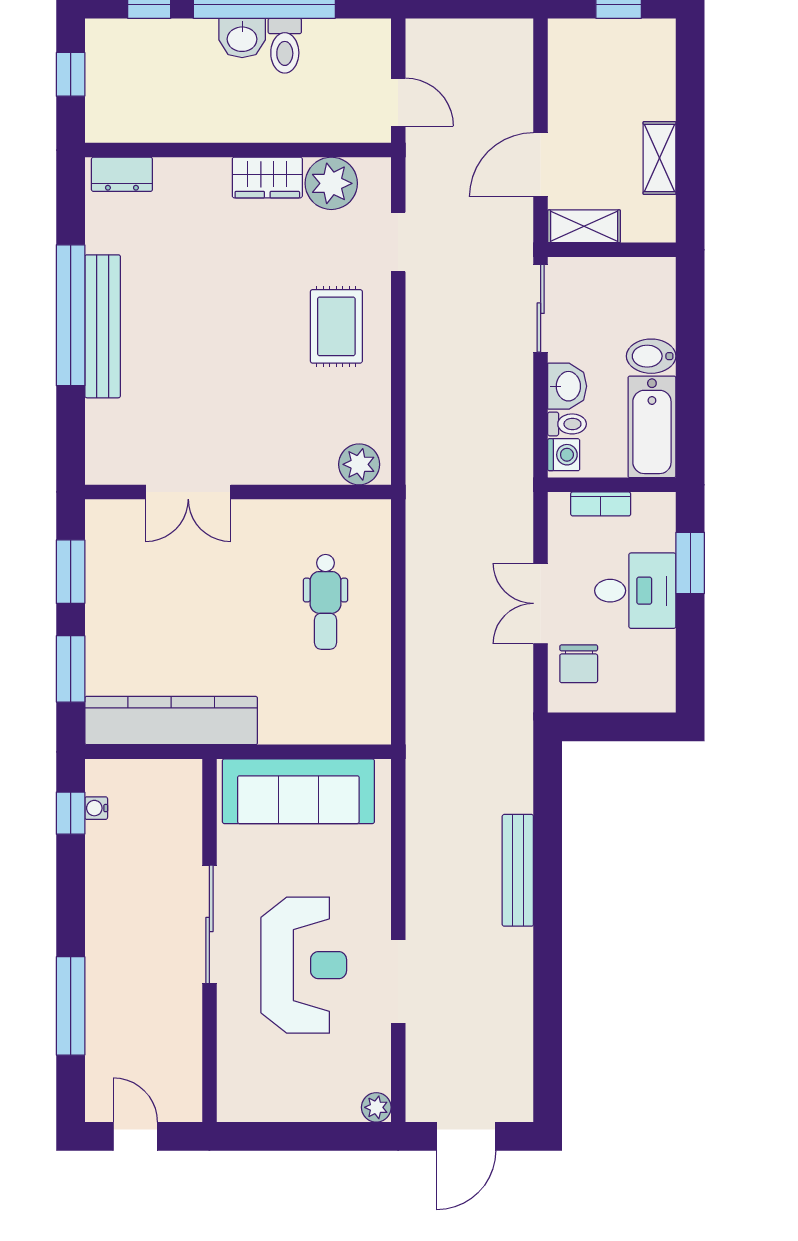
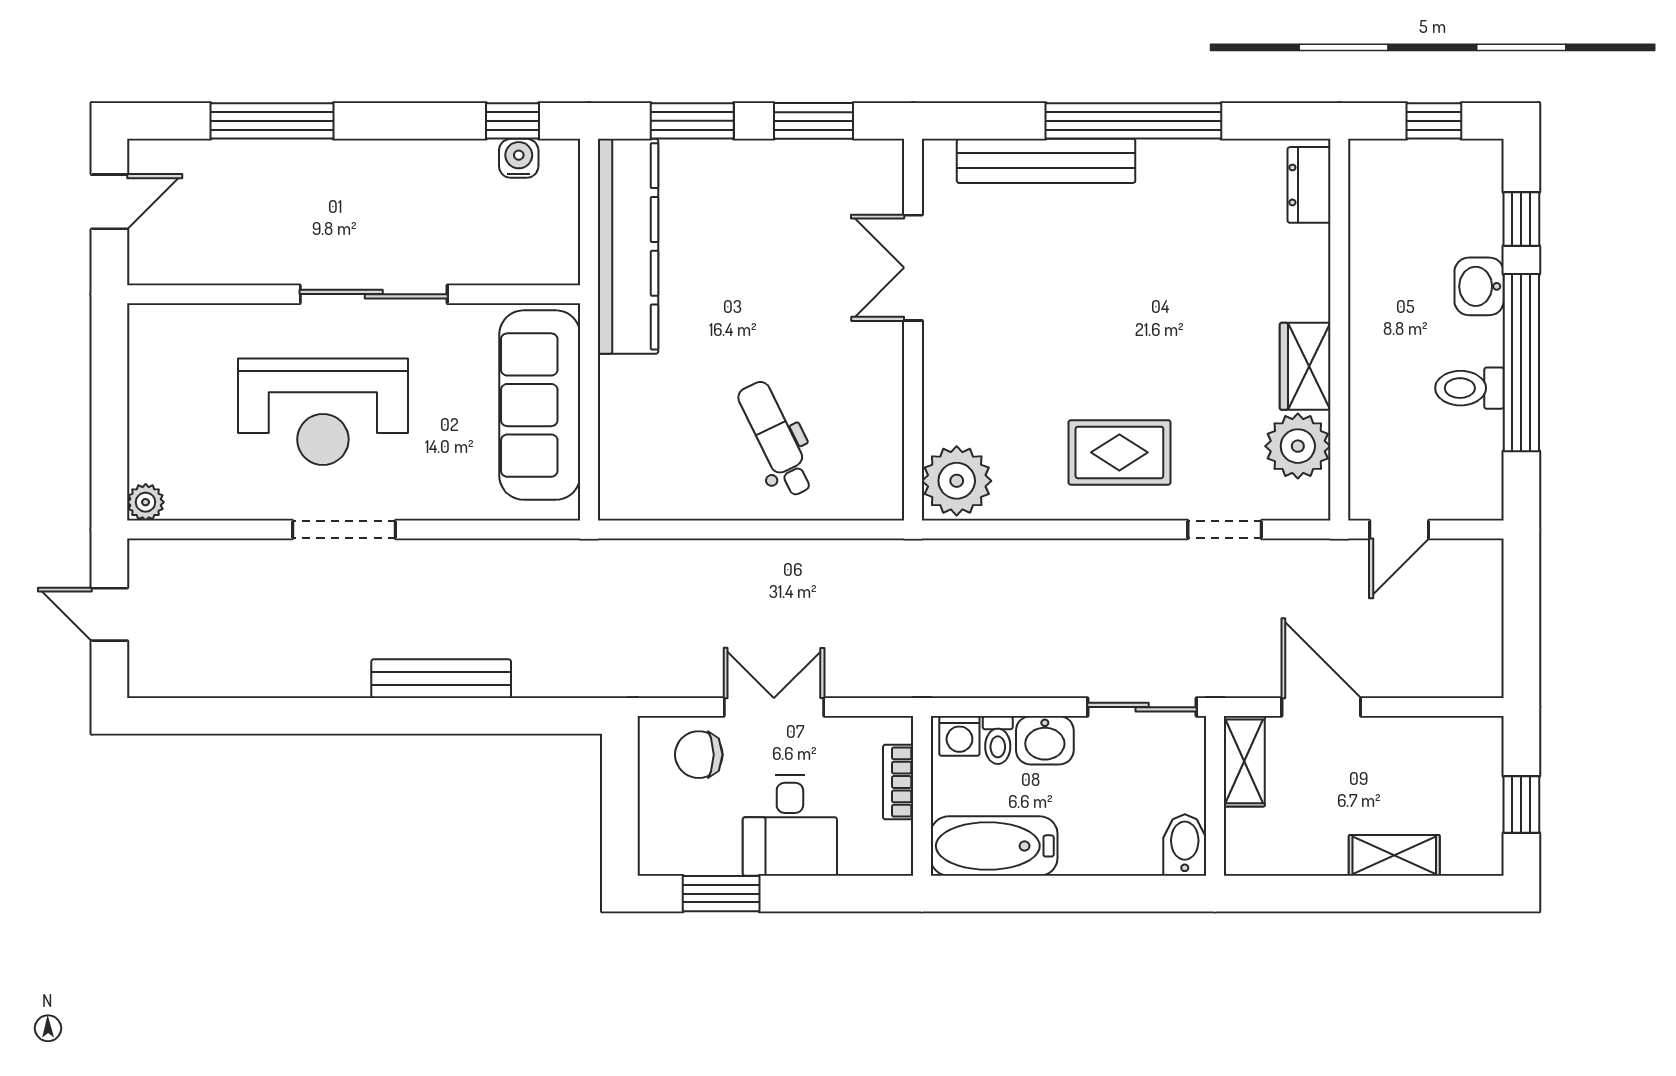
washbasin: (242, 38) -> (1479, 286), moved
shelving: (659, 158) -> (1394, 855), moved
bench: (103, 326) -> (1046, 161), moved
bidet: (651, 356) -> (1185, 845), moved
plant: (359, 464) -> (957, 481), width x1.36, depth x1.36
window: (690, 563) -> (721, 894), moved
dental chair: (326, 602) -> (776, 439), turned 64
water cooler: (96, 808) -> (519, 158), width x1.38, depth x1.38
doorway: (398, 981) -> (344, 529), moved
door: (466, 1136) -> (109, 614), width x0.73

